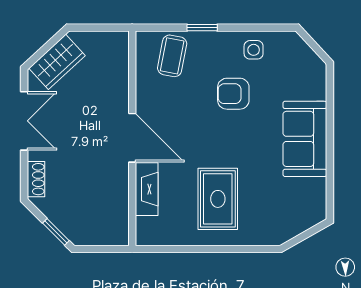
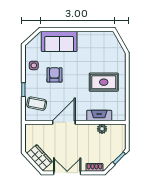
armchair: (233, 94) -> (54, 75), turned 180
door: (132, 138) -> (64, 122), moved
sofa: (305, 139) -> (59, 41), moved
plant: (118, 195) -> (102, 129), added

